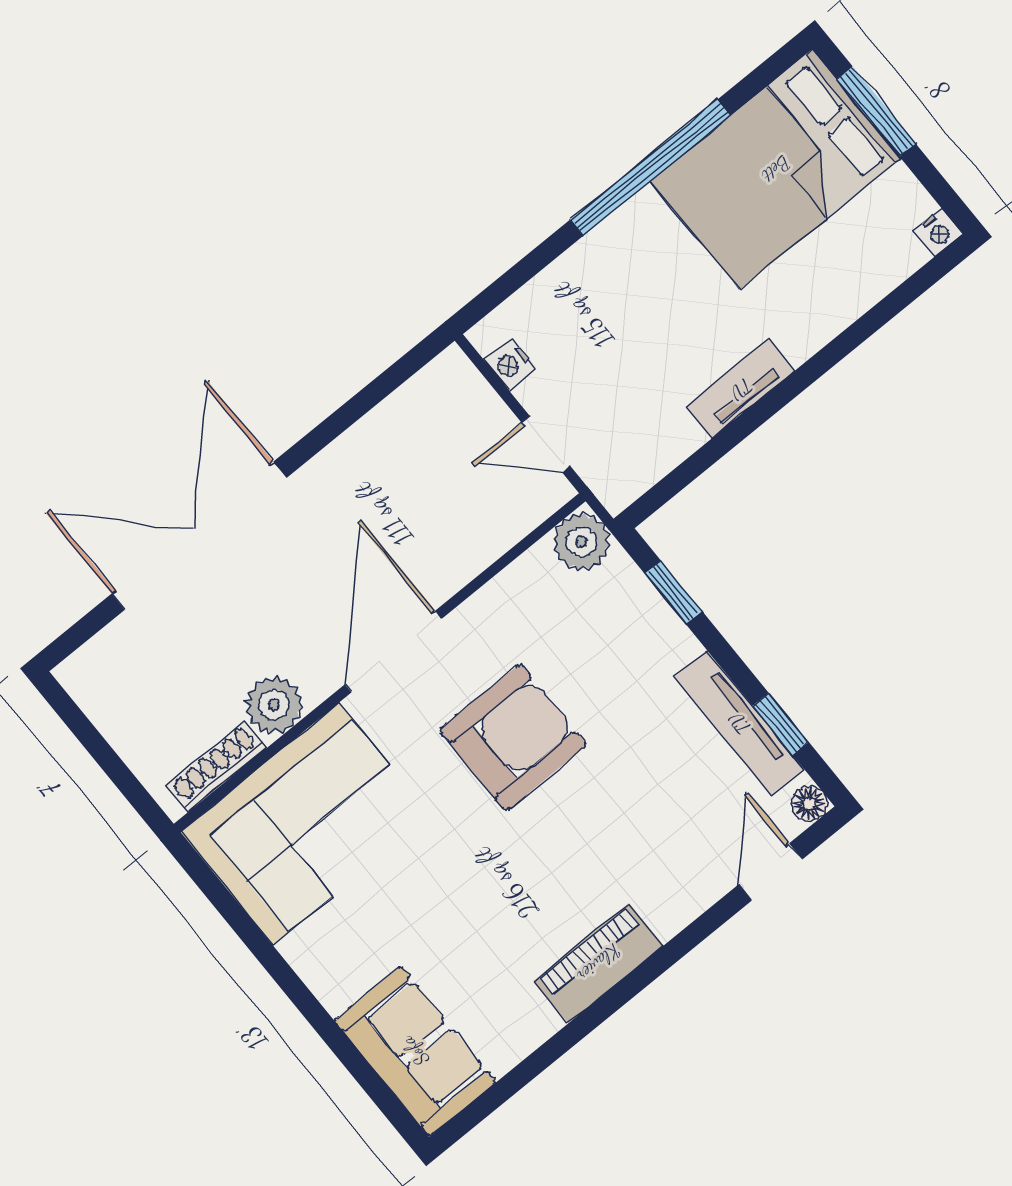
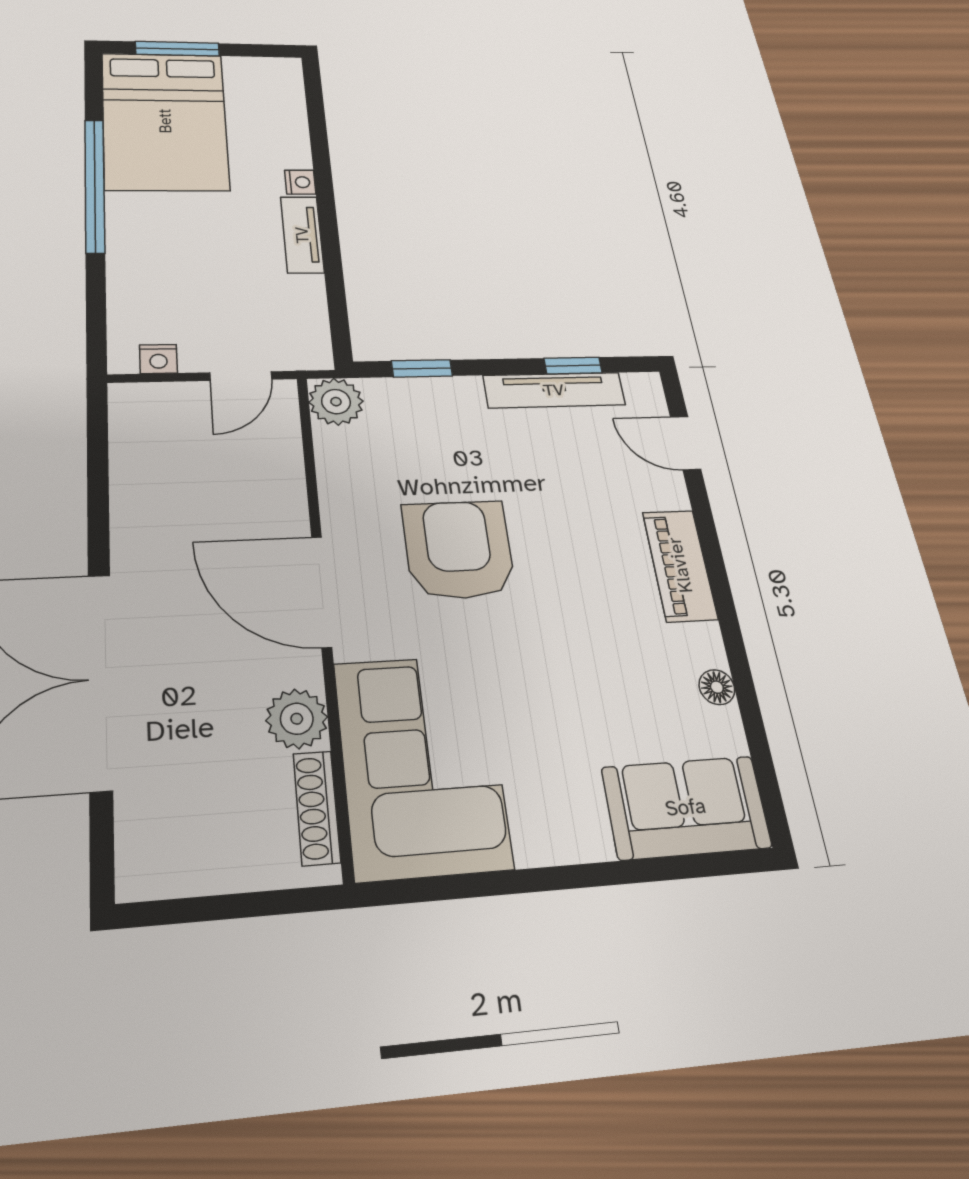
nightstand: (938, 232) -> (300, 182), moved
floor lamp: (809, 804) -> (717, 687), moved
piano: (599, 963) -> (680, 565), moved

